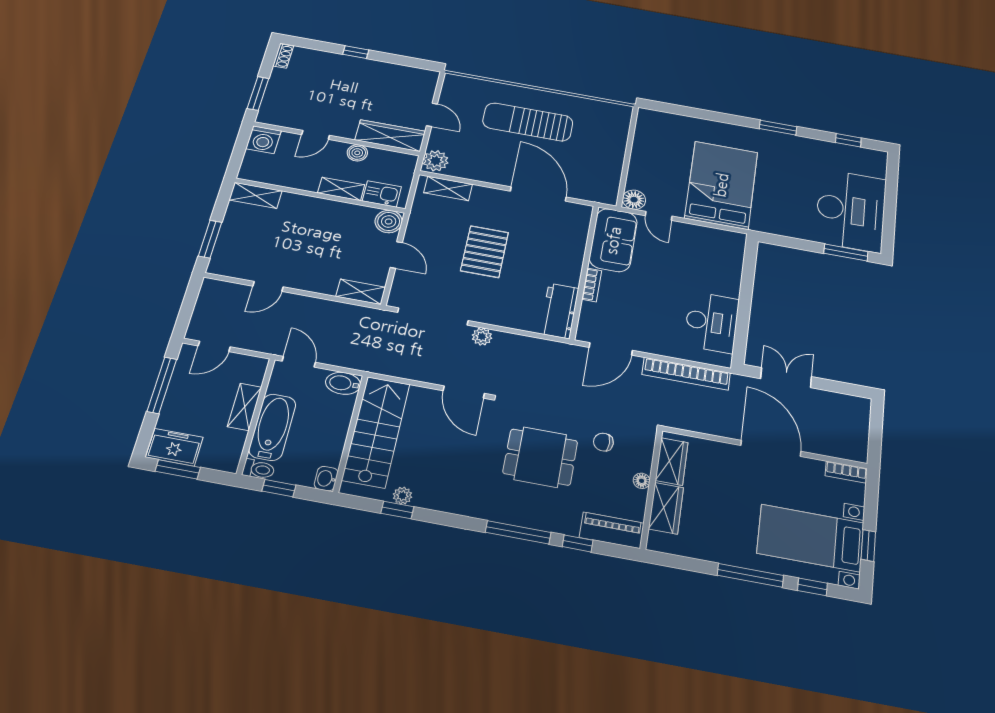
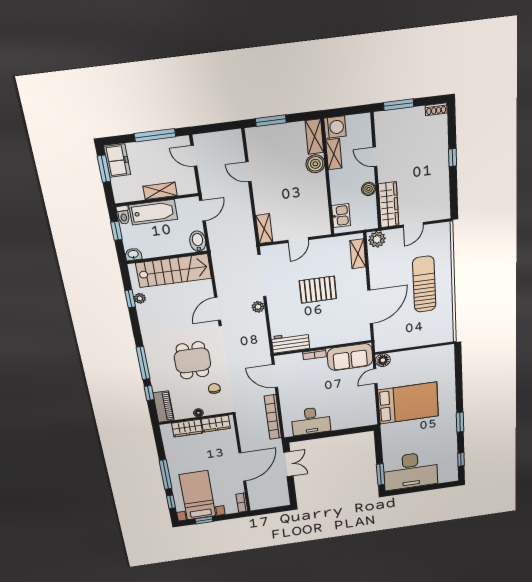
washing machine: (263, 140) -> (335, 127), moved, turned 180
shelving: (341, 189) -> (334, 154), moved
boiler: (389, 221) -> (315, 164), moved

